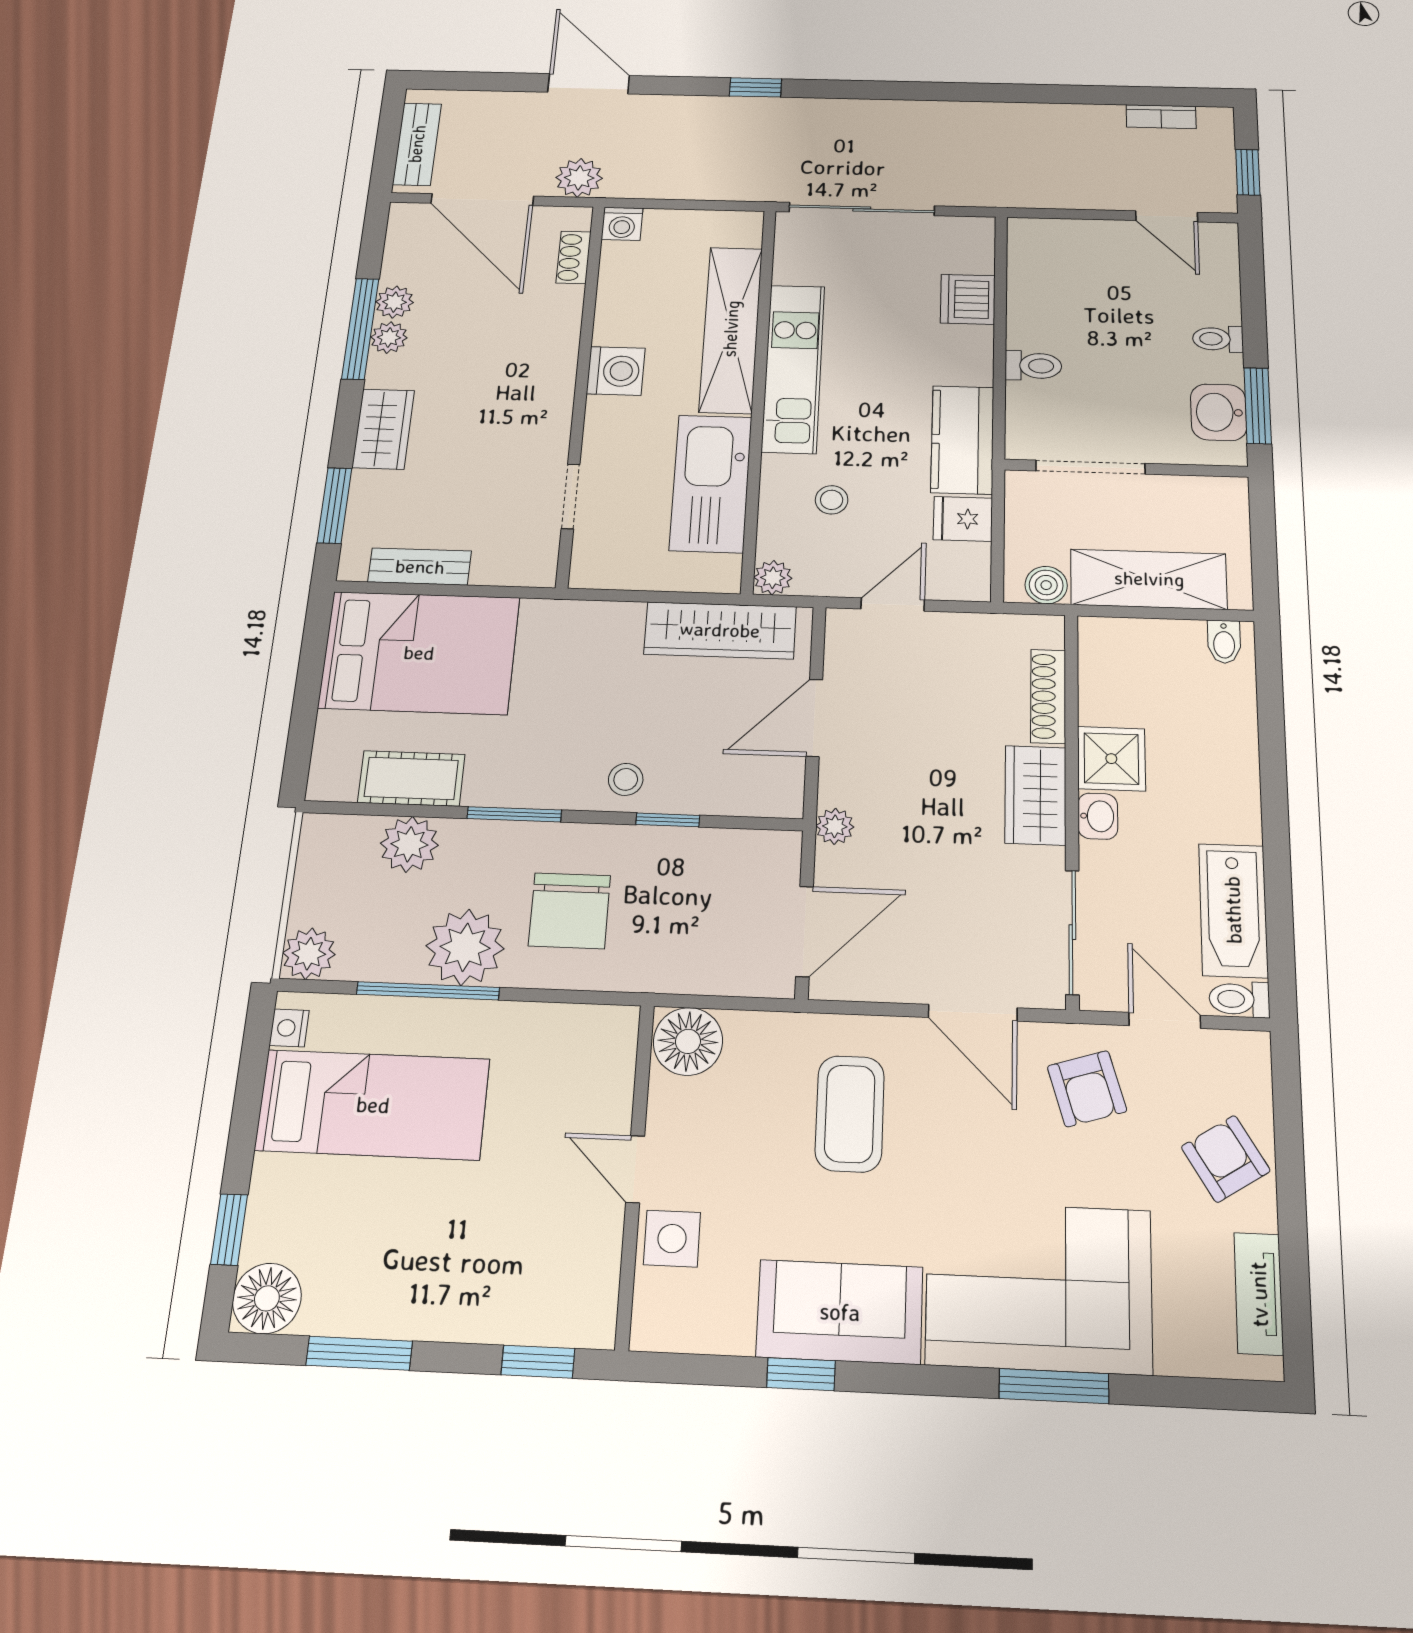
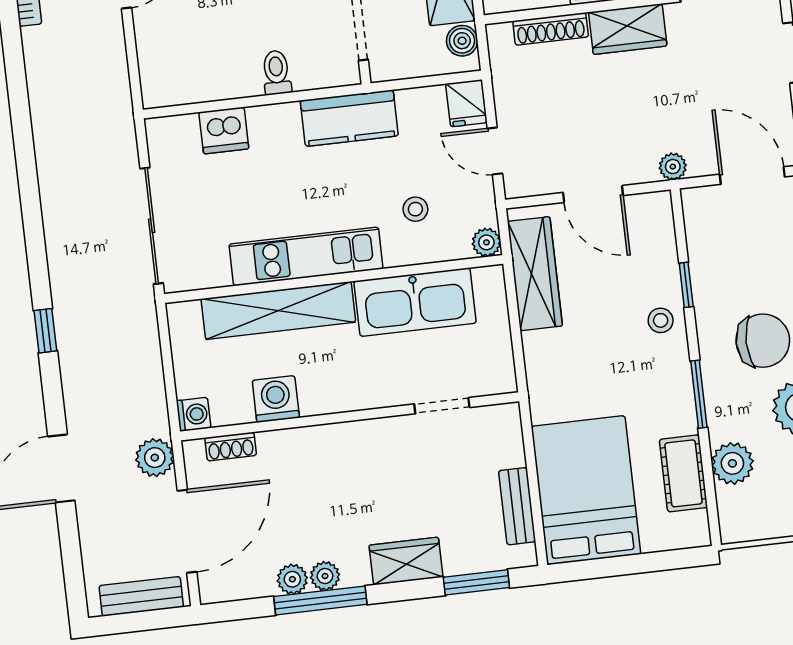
washing machine: (616, 371) -> (276, 399), moved
fridge: (963, 519) -> (466, 103), moved

